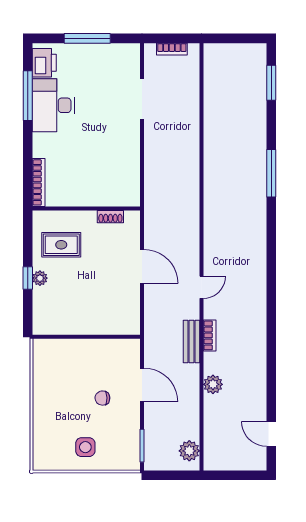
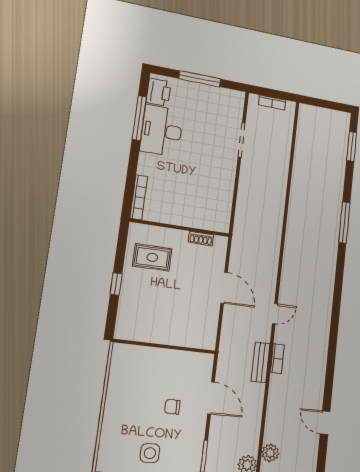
plant: (40, 278) -> (128, 286), removed
plant: (213, 384) -> (270, 453), moved
door: (271, 434) -> (325, 423), moved

